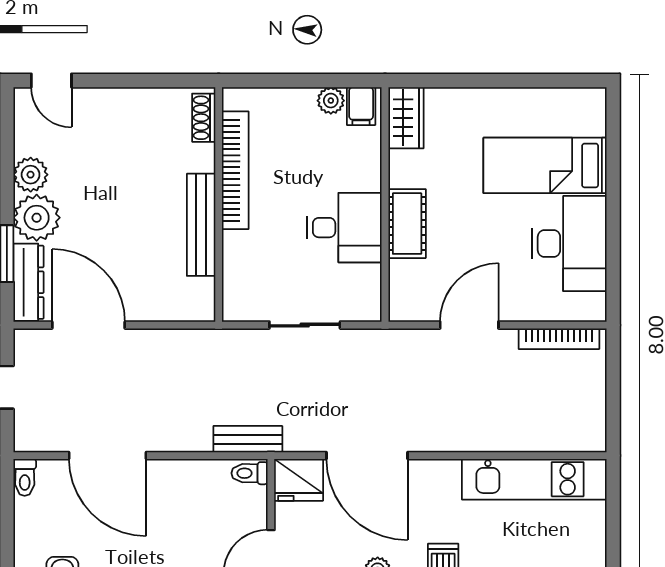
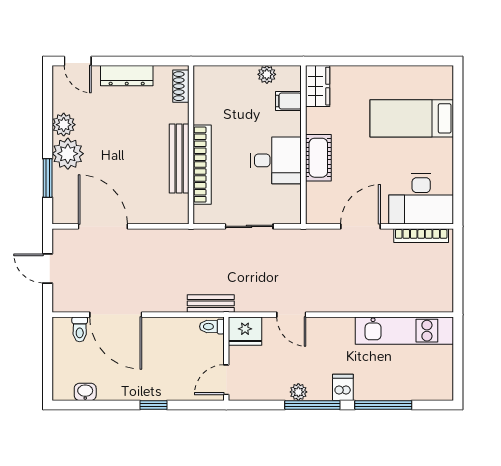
filing cabinet: (361, 106) -> (288, 101), moved, turned 90
bookcase: (235, 170) -> (202, 165), moved
desk: (569, 243) -> (421, 199), moved, turned 90
dresser: (28, 282) -> (127, 76), moved, turned 90
door: (367, 456) -> (291, 315), width x0.53
toilet: (25, 477) -> (80, 329), moved

